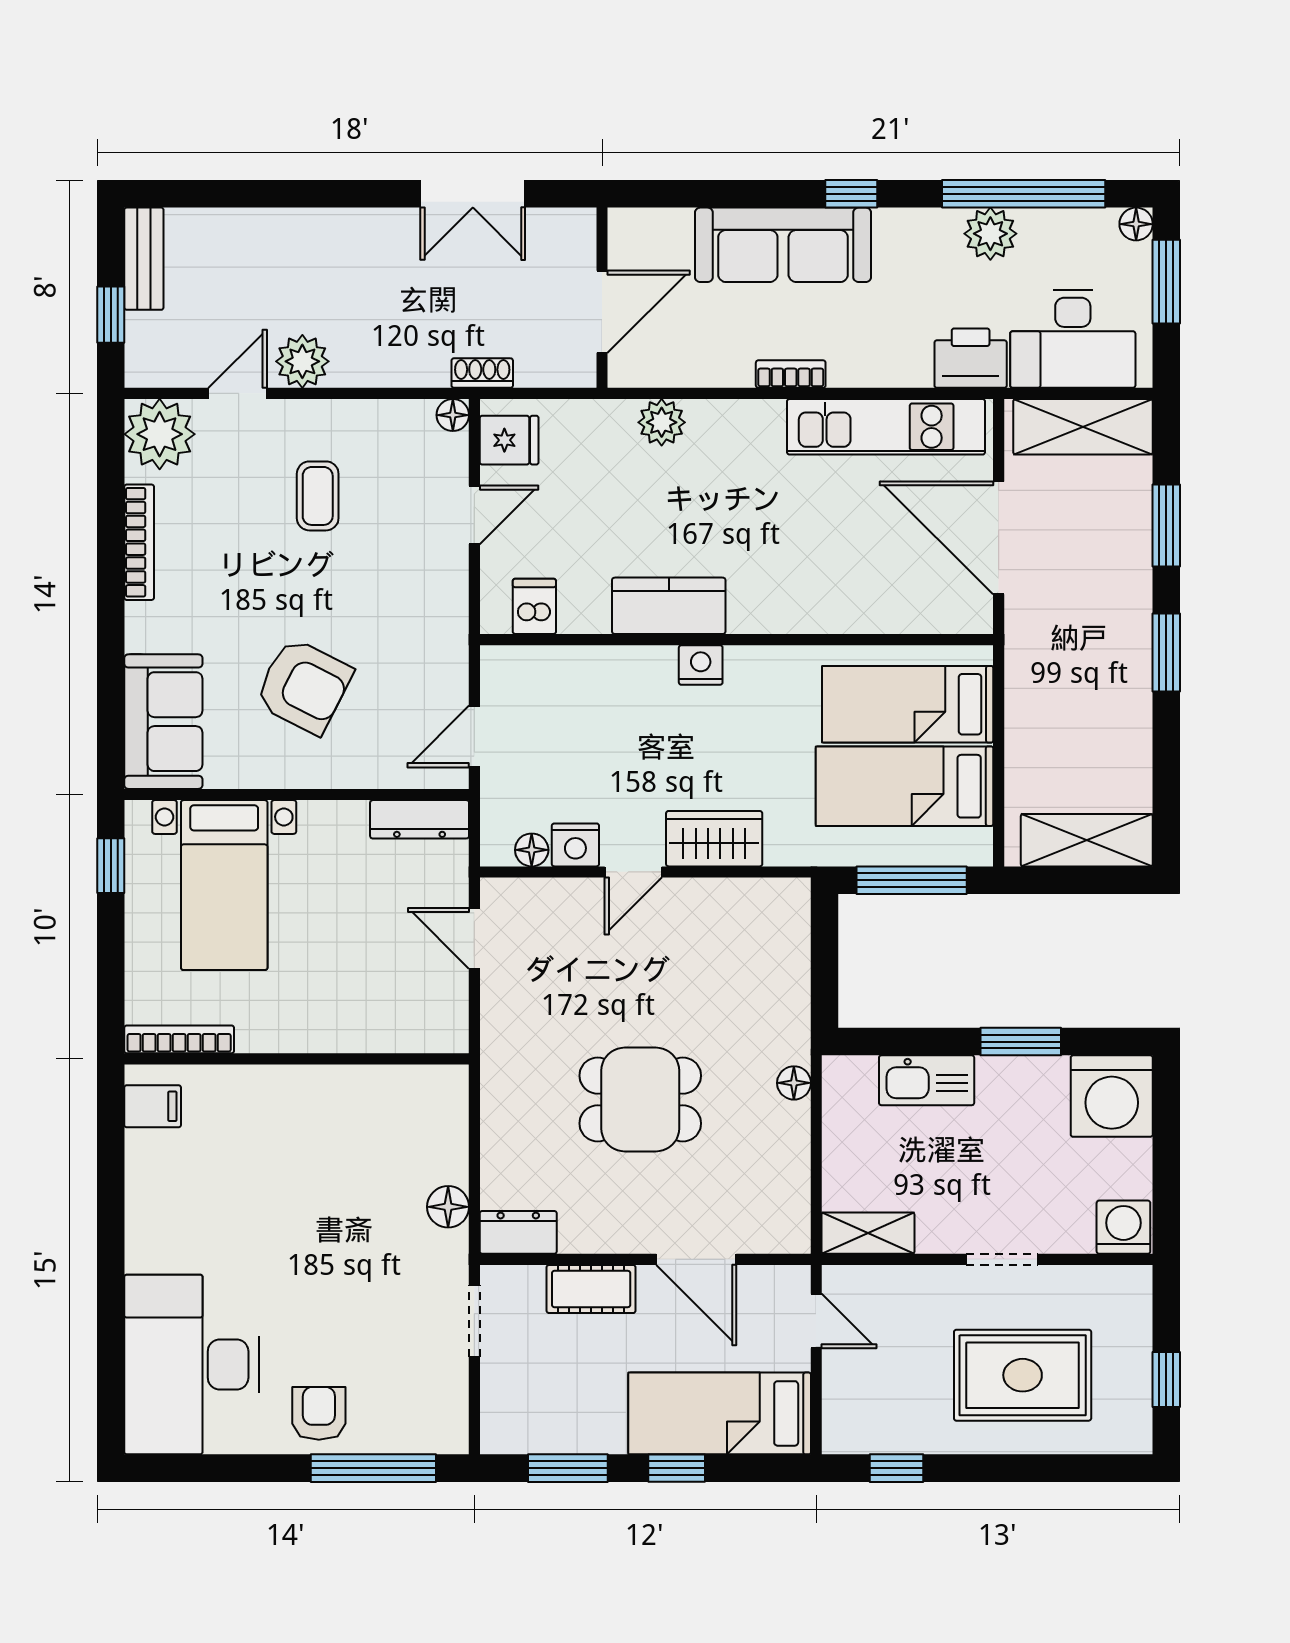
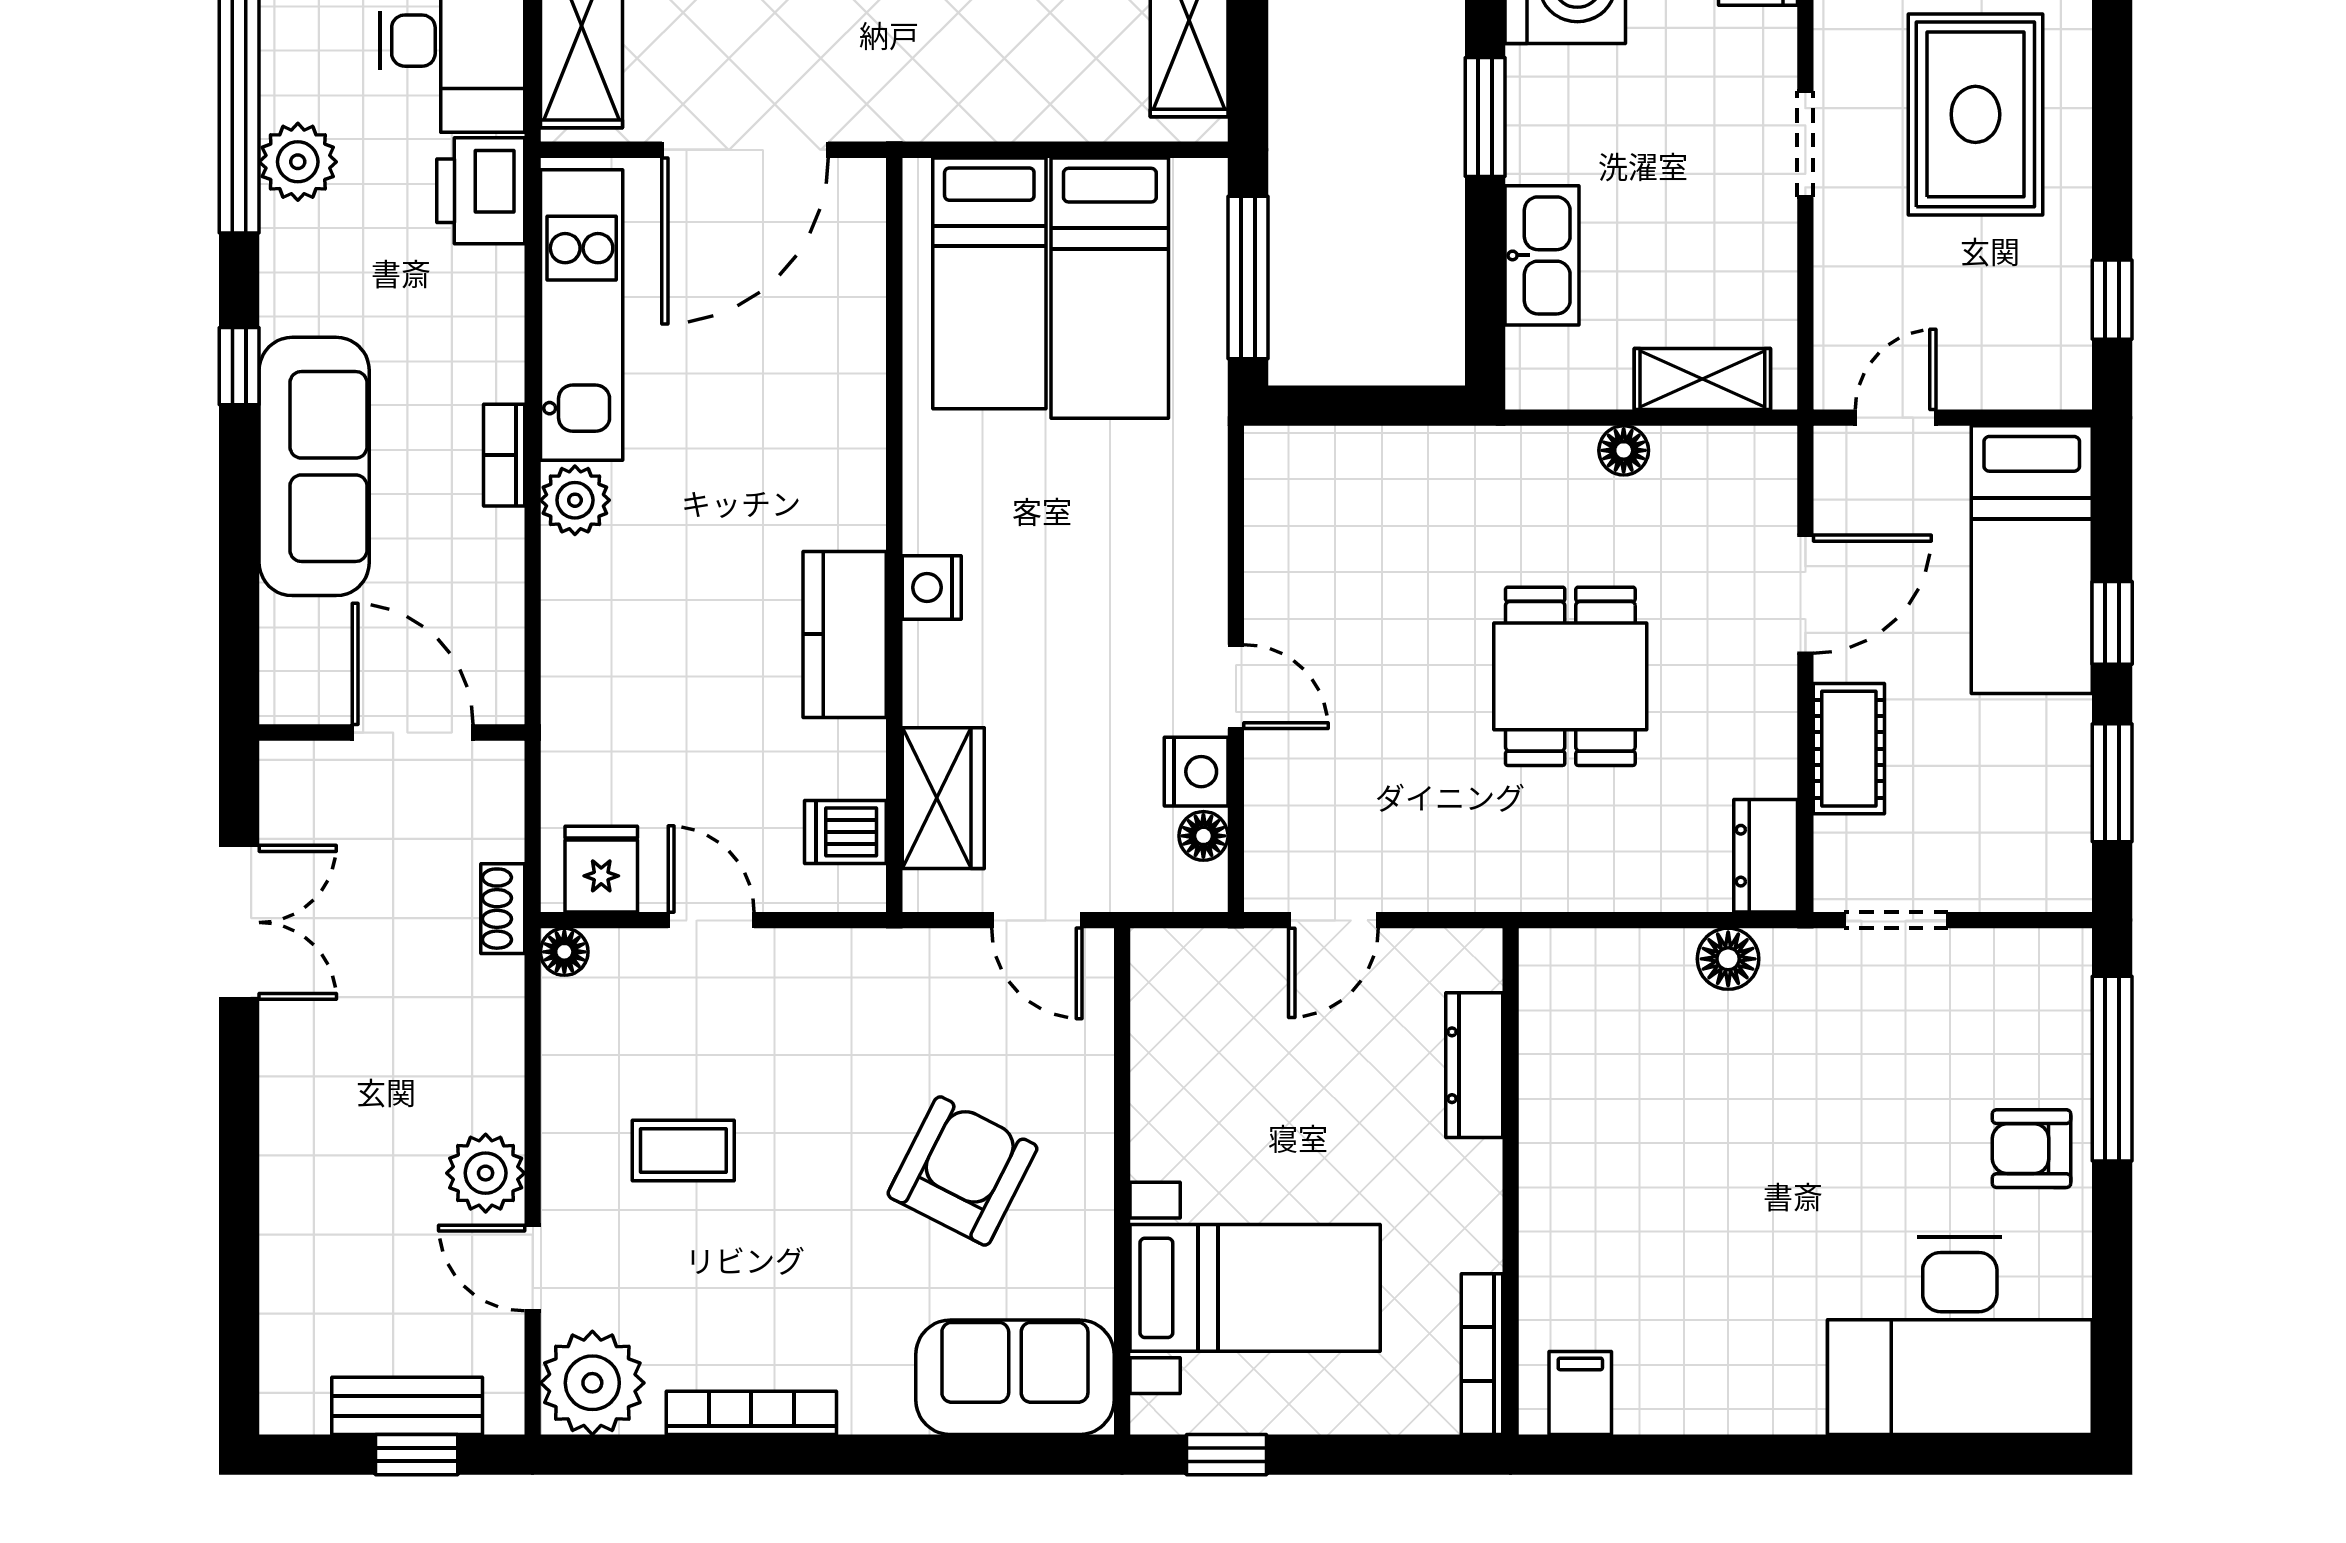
bench: (144, 259) -> (407, 1406), moved
plant: (662, 422) -> (575, 500), moved
dresser: (420, 819) -> (1474, 1065), moved, turned 180
wardrobe: (714, 839) -> (943, 798), moved, turned 180
floor lamp: (794, 1083) -> (1624, 450), moved
shelving: (868, 1233) -> (1702, 379), moved, turned 90

